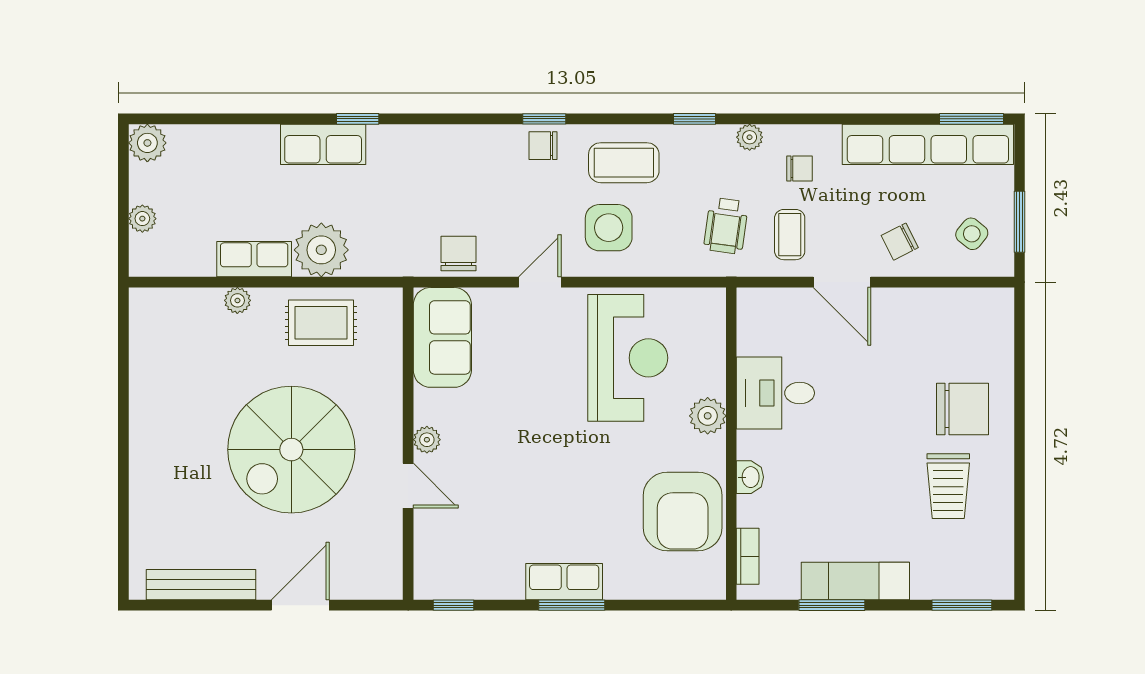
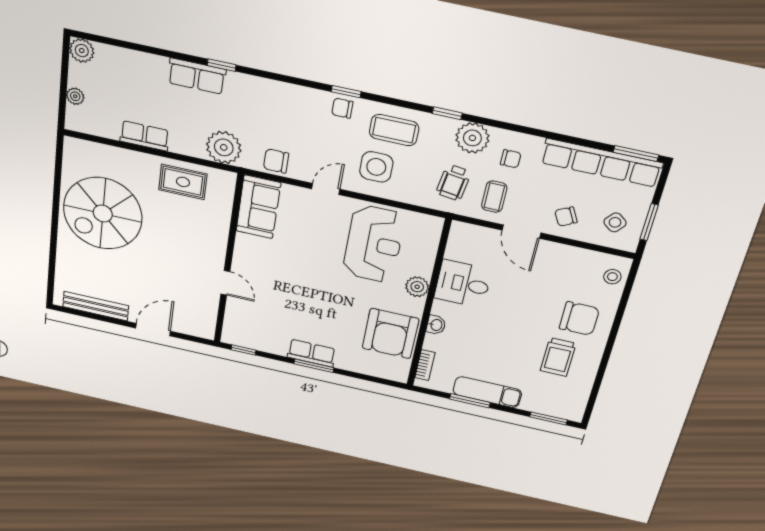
plant: (750, 137) -> (472, 138), width x1.88, depth x1.88
plant: (321, 250) -> (224, 147), moved
chair: (459, 253) -> (276, 161), turned -90
plant: (237, 300) -> (132, 158), removed
stool: (992, 324) -> (612, 277), added
plant: (427, 440) -> (240, 261), removed
spiral stairs: (291, 450) -> (103, 213), moved

